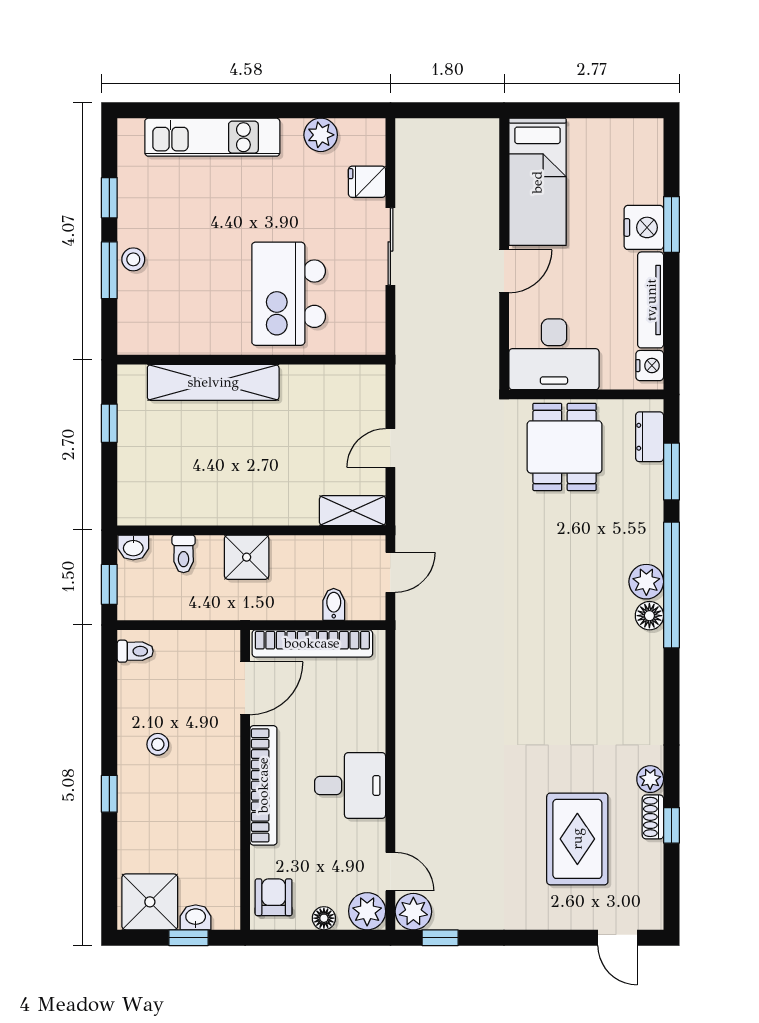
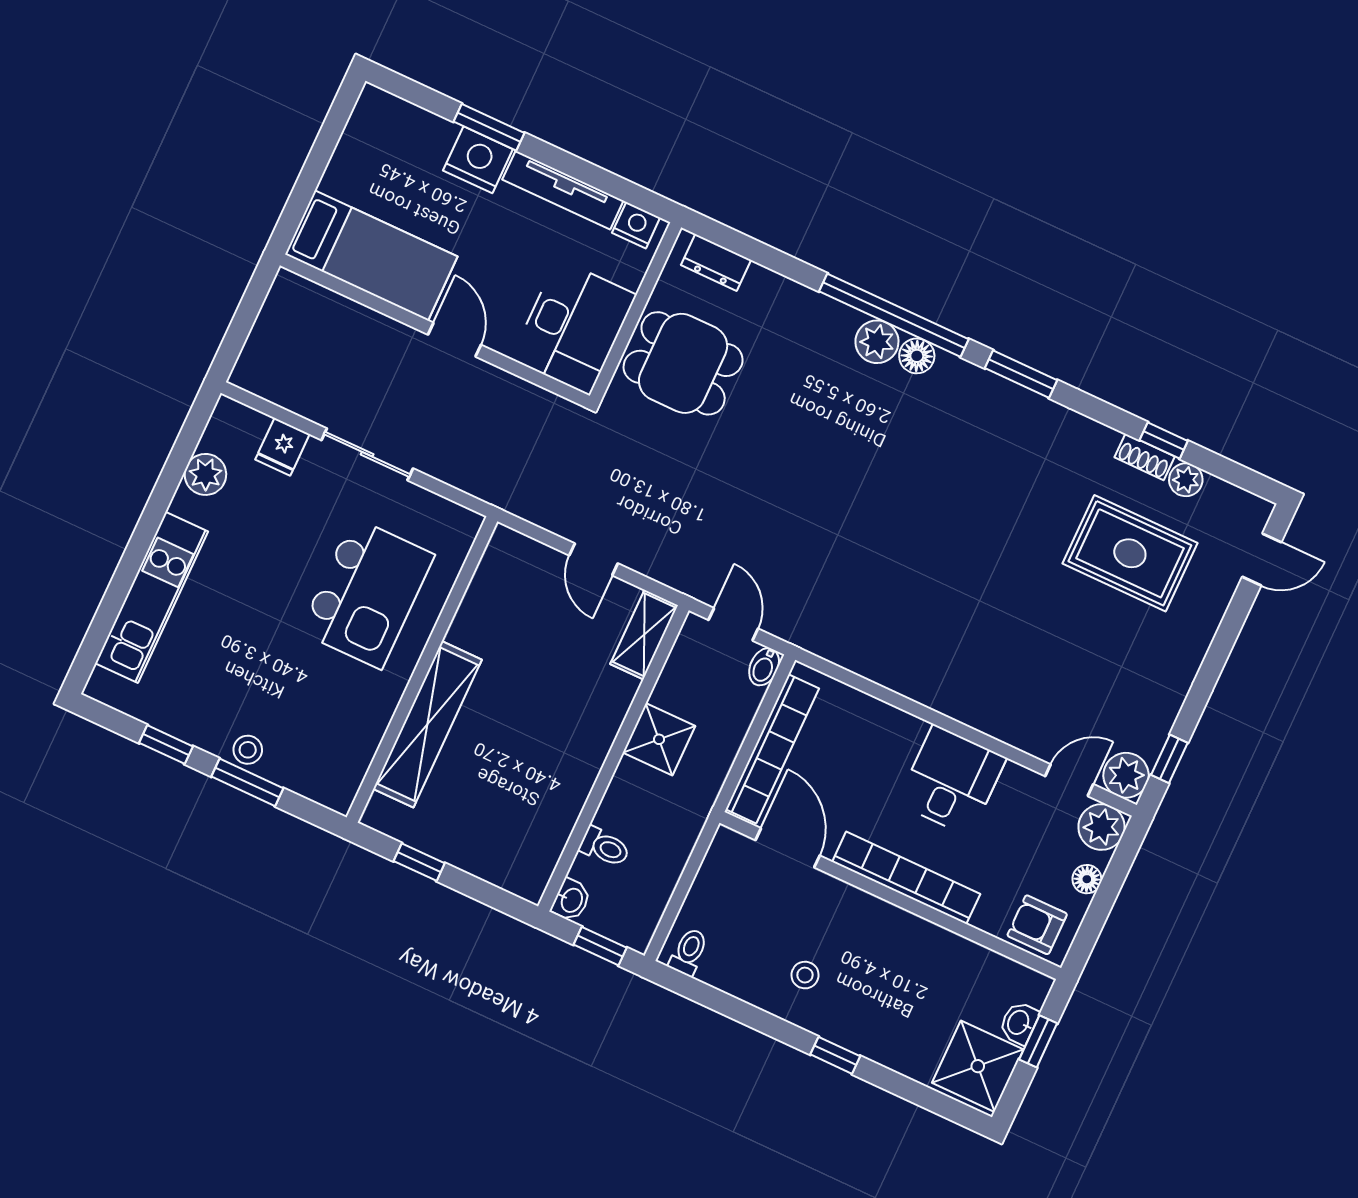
kitchen island: (289, 294) -> (367, 593), turned -90
window: (671, 472) -> (1021, 374), moved
shower: (247, 557) -> (659, 739), moved
bidet: (334, 604) -> (764, 667), moved, turned -90
plant: (650, 779) -> (1186, 480), moved

